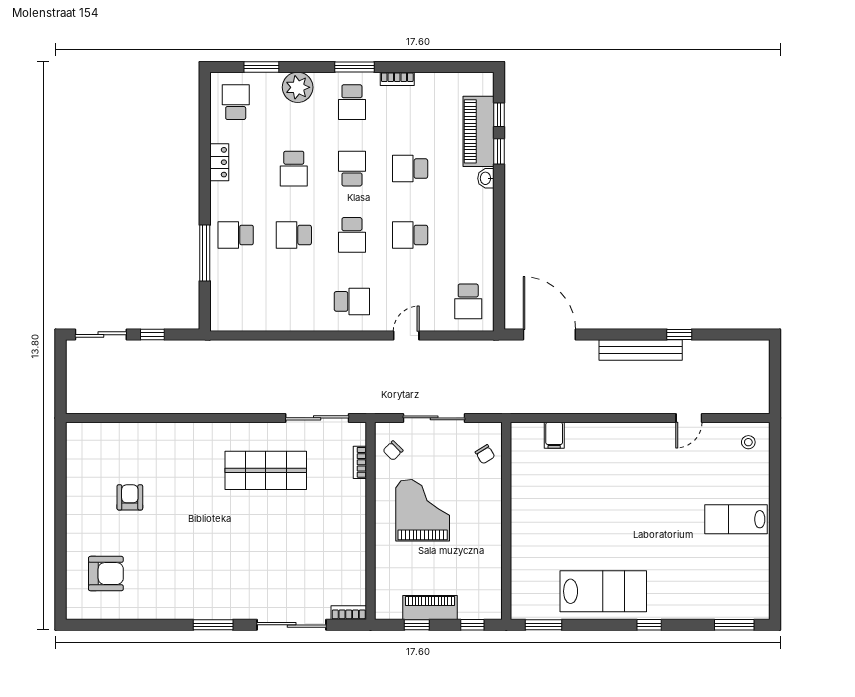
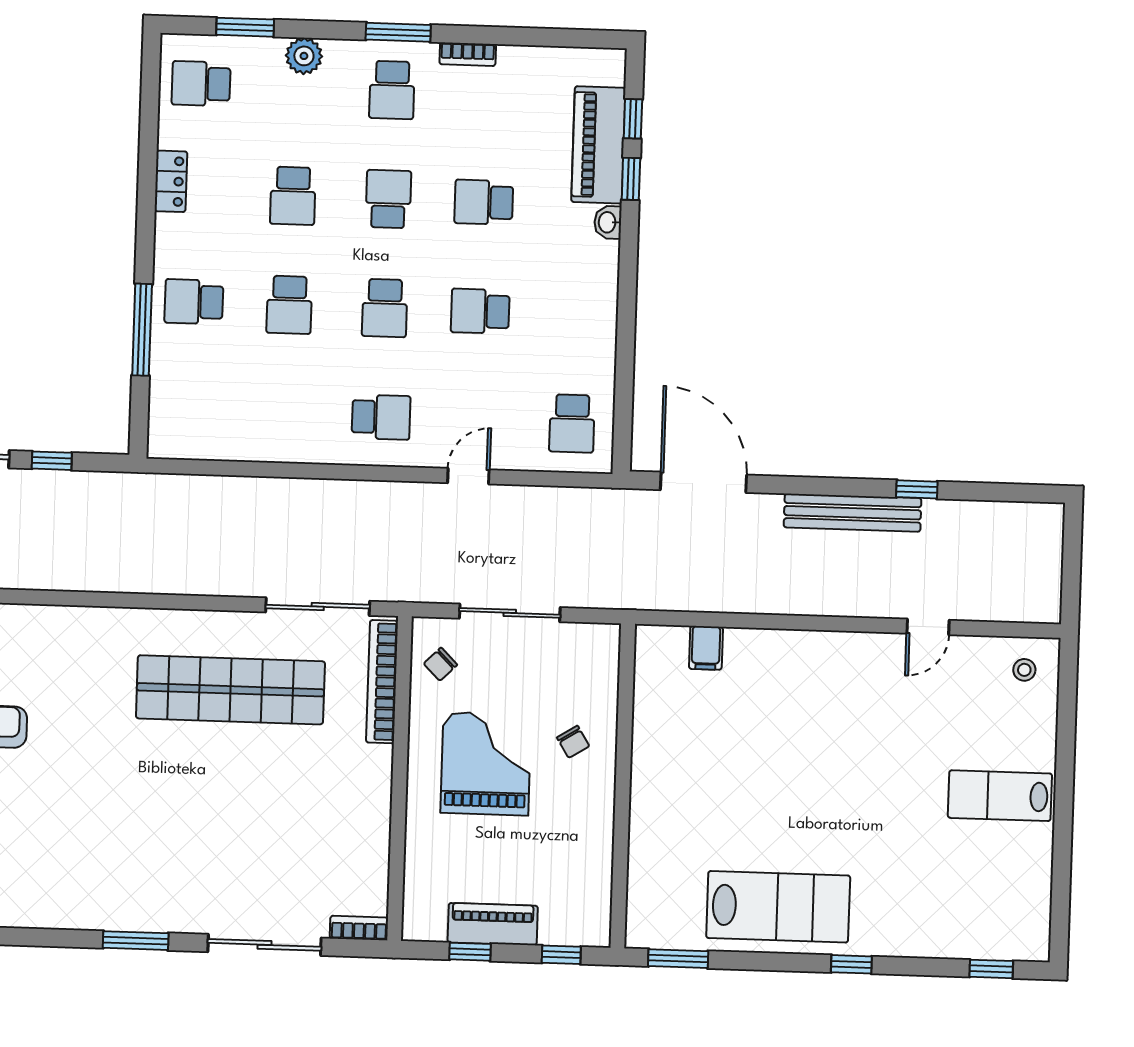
plant: (298, 87) -> (304, 56), width x0.73, depth x0.73
school desk: (236, 102) -> (201, 84), turned -90
school desk: (294, 235) -> (289, 305), turned -90
chair: (485, 454) -> (573, 742), moved
bookcase: (360, 462) -> (382, 682), width x2.31, depth x1.31
shop shelf: (266, 470) -> (230, 690), width x1.40
window: (734, 625) -> (991, 969), width x0.67

